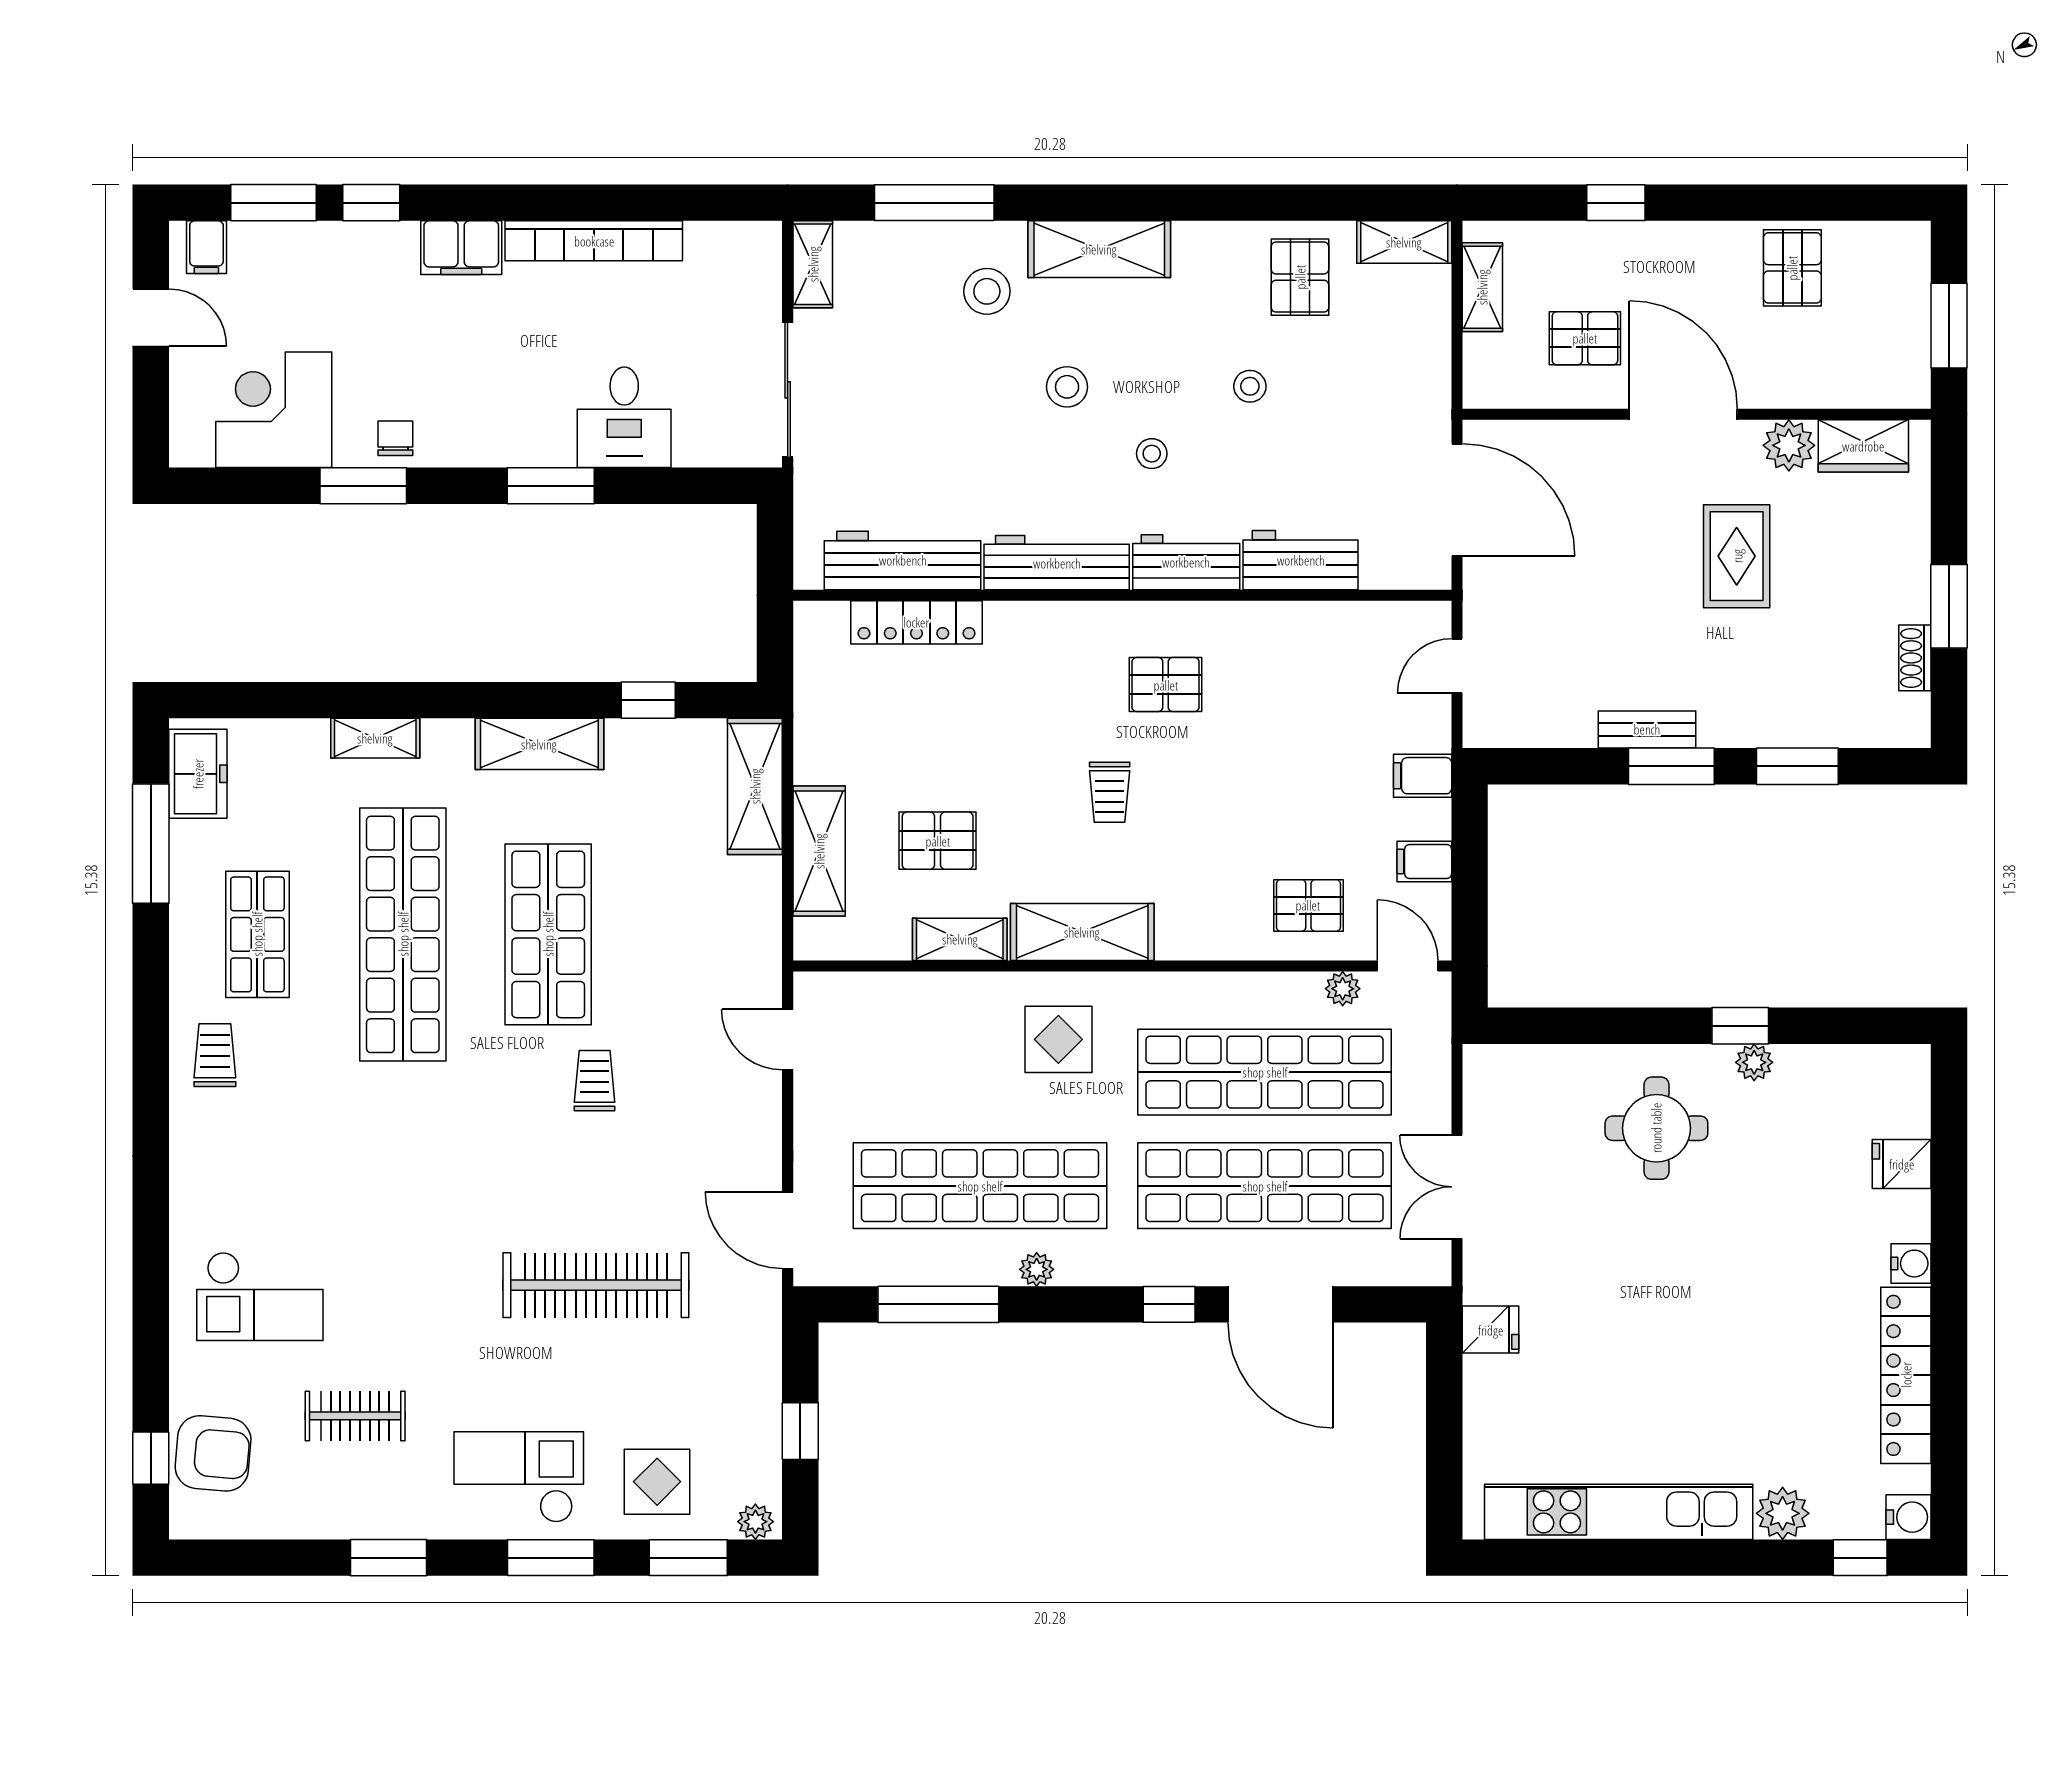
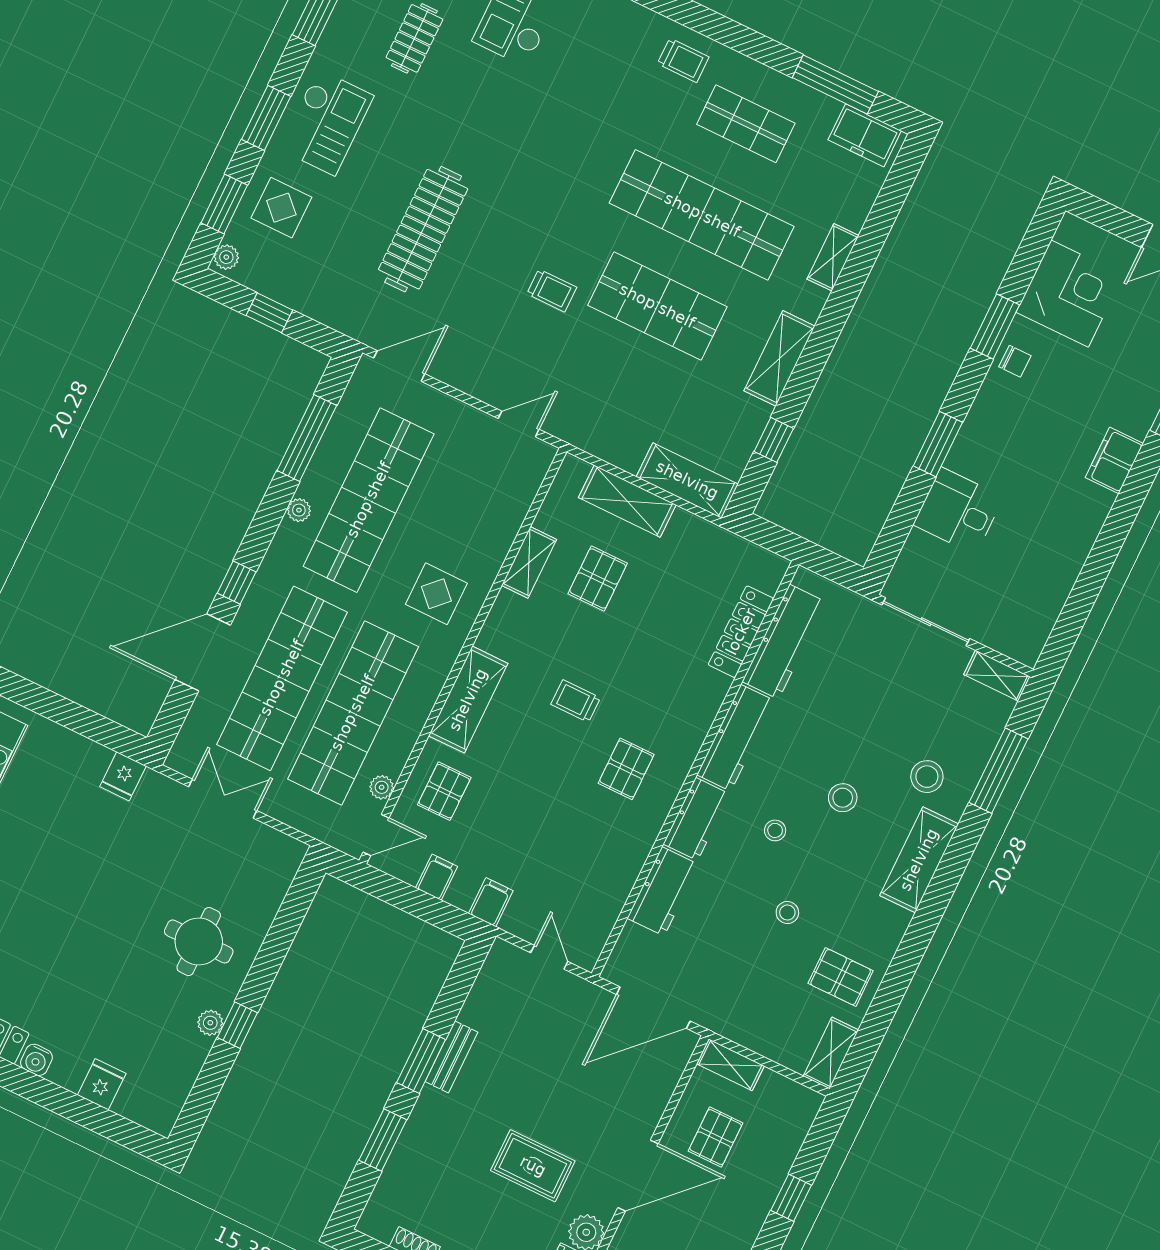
bookcase: (594, 241) -> (1078, 546), removed
shelving: (1482, 287) -> (730, 1065), moved
shelving: (1082, 932) -> (468, 700), moved

